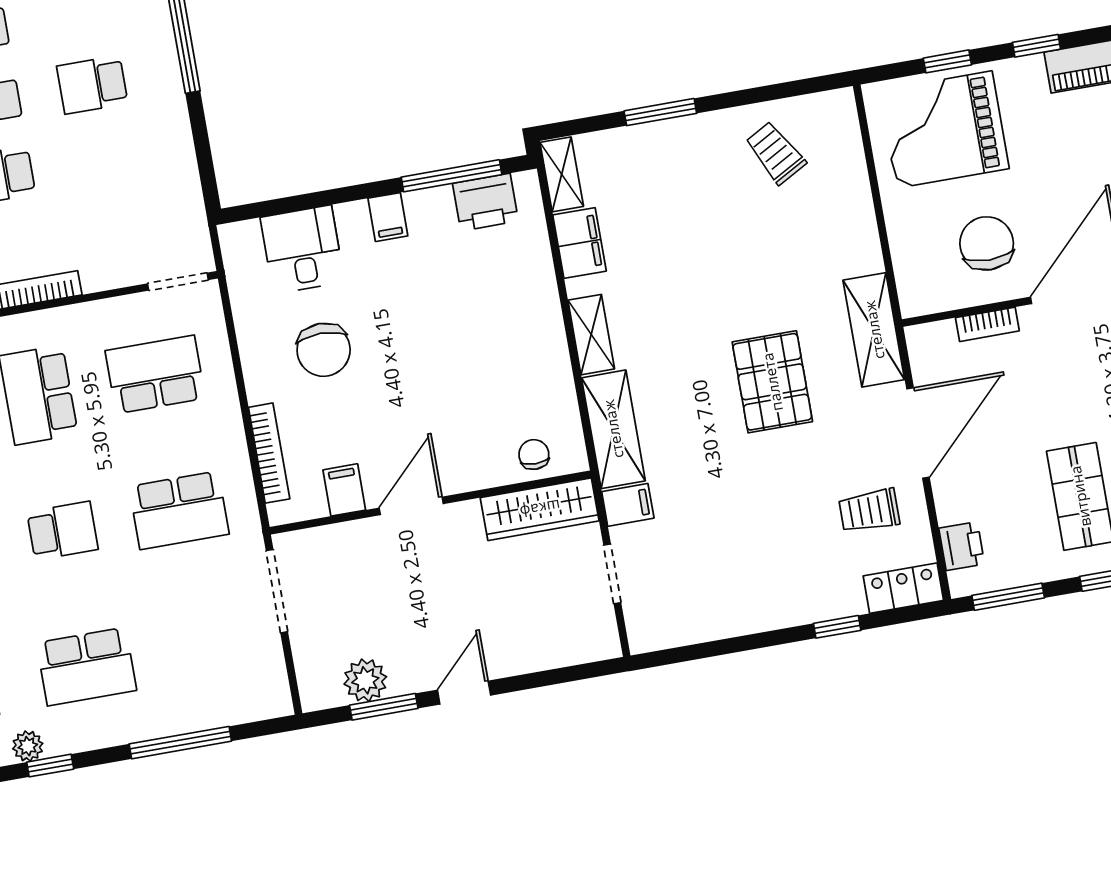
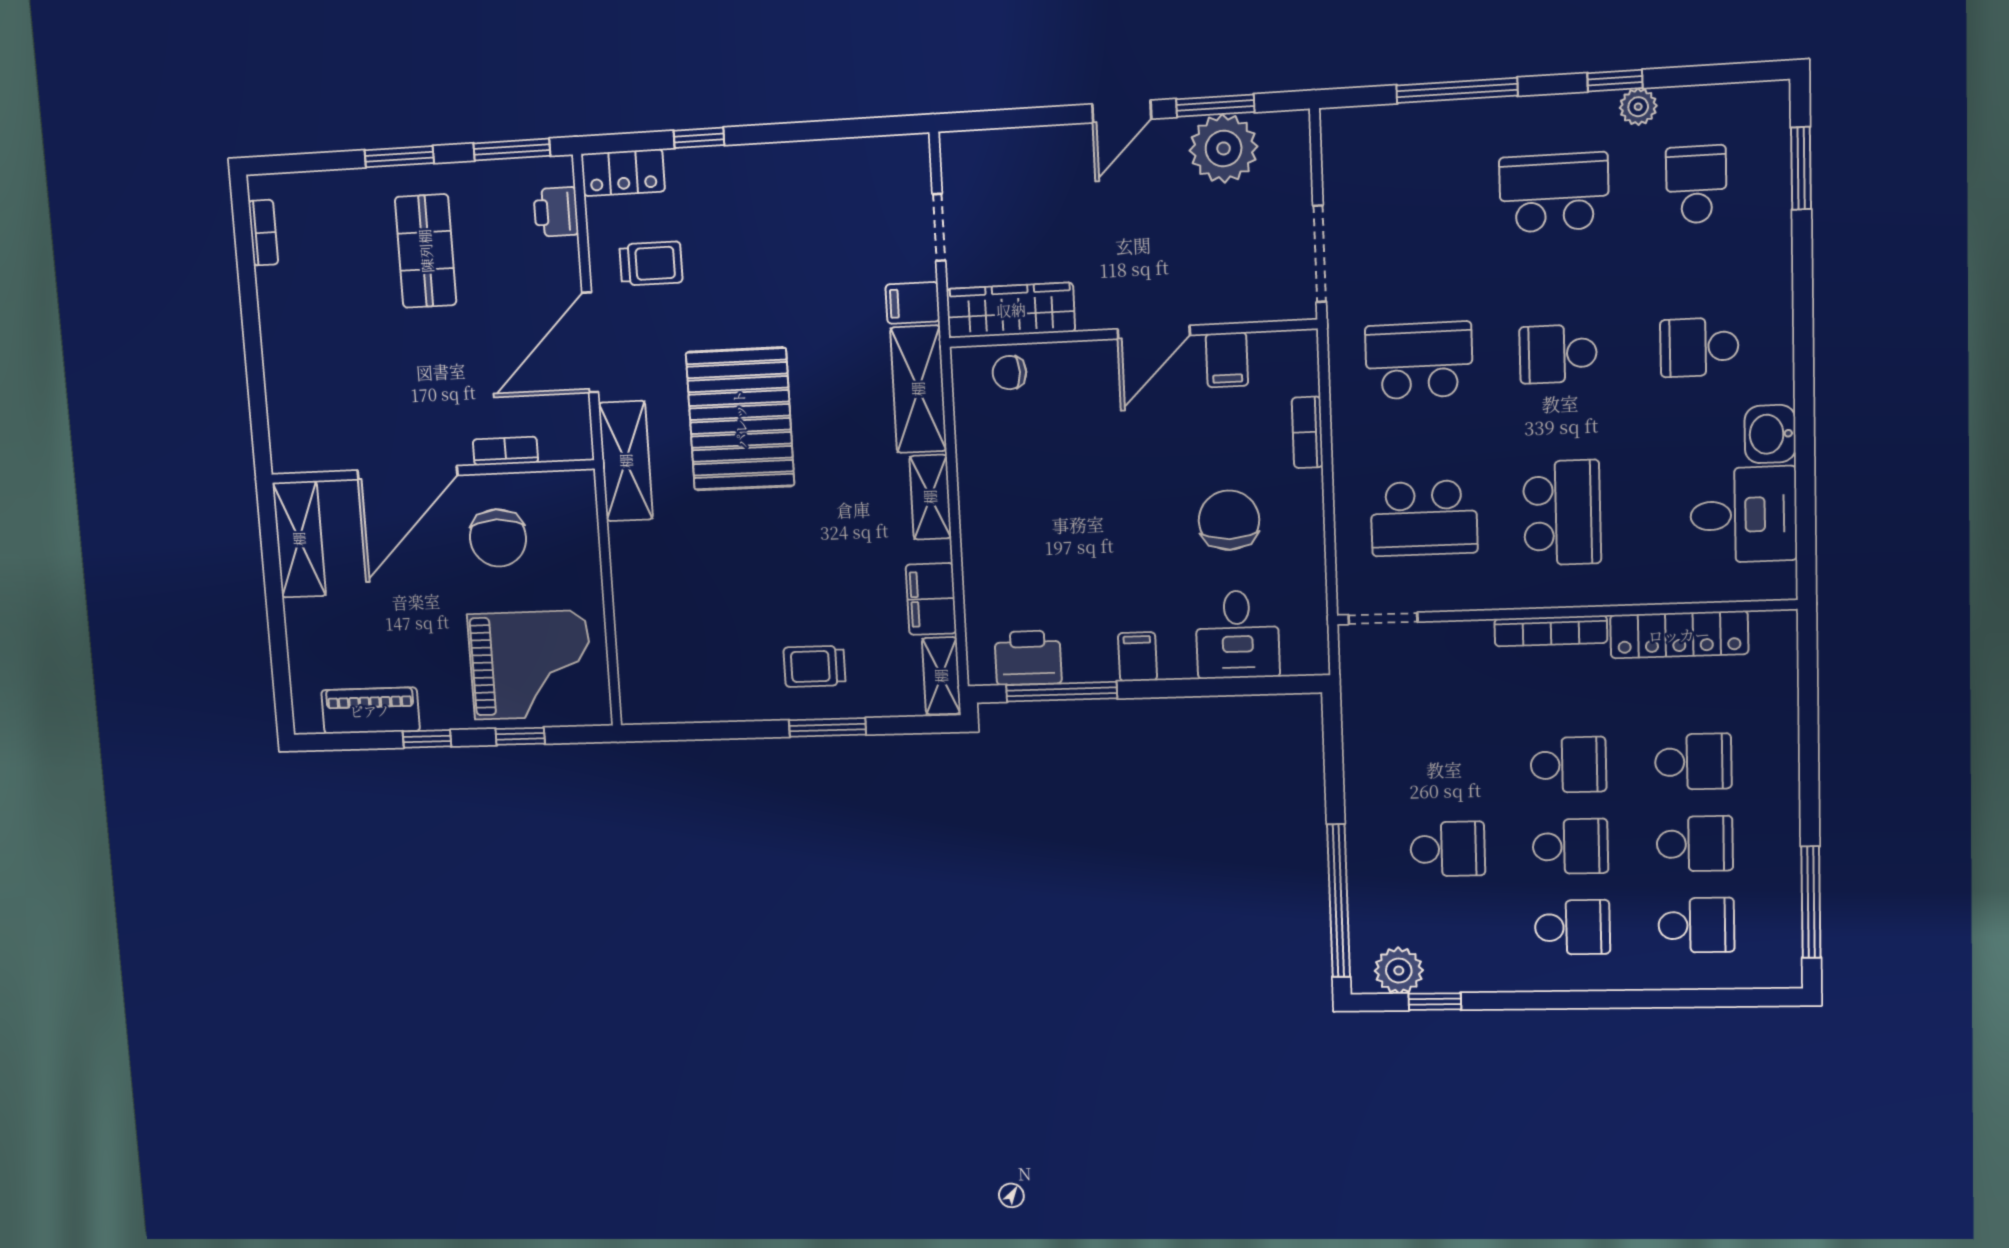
trolley: (776, 153) -> (814, 666), moved, turned 119
pallet: (772, 382) -> (740, 419), width x1.37, depth x1.41
bookcase: (269, 453) -> (1307, 432), width x0.64
chair: (534, 454) -> (1009, 373), turned 90
plant: (365, 680) -> (1224, 148), width x1.36, depth x1.36

